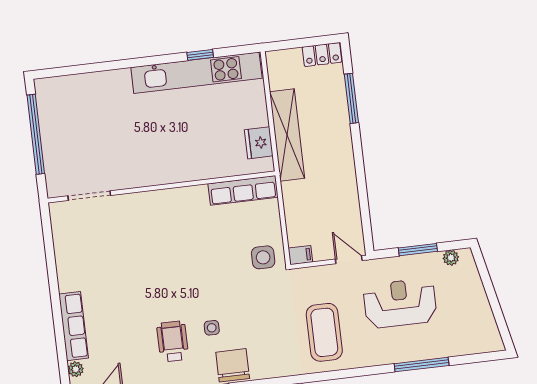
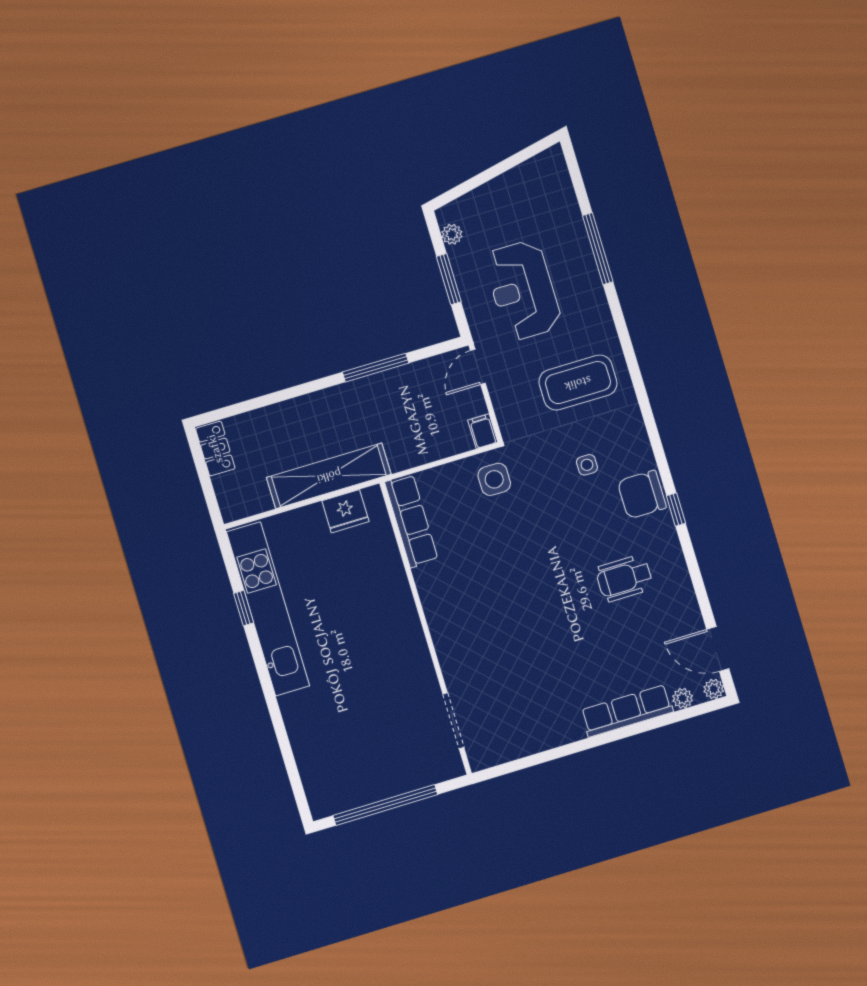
window: (351, 98) -> (376, 368), moved
side table: (212, 328) -> (587, 465), moved

